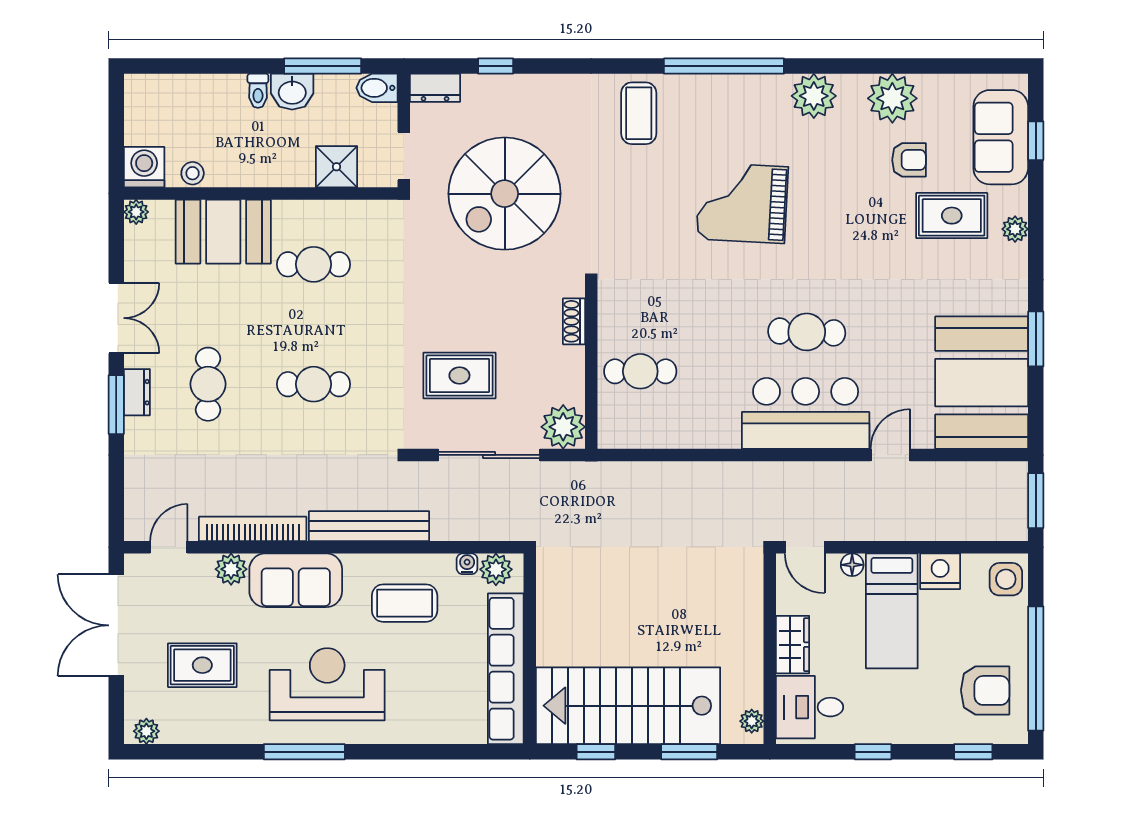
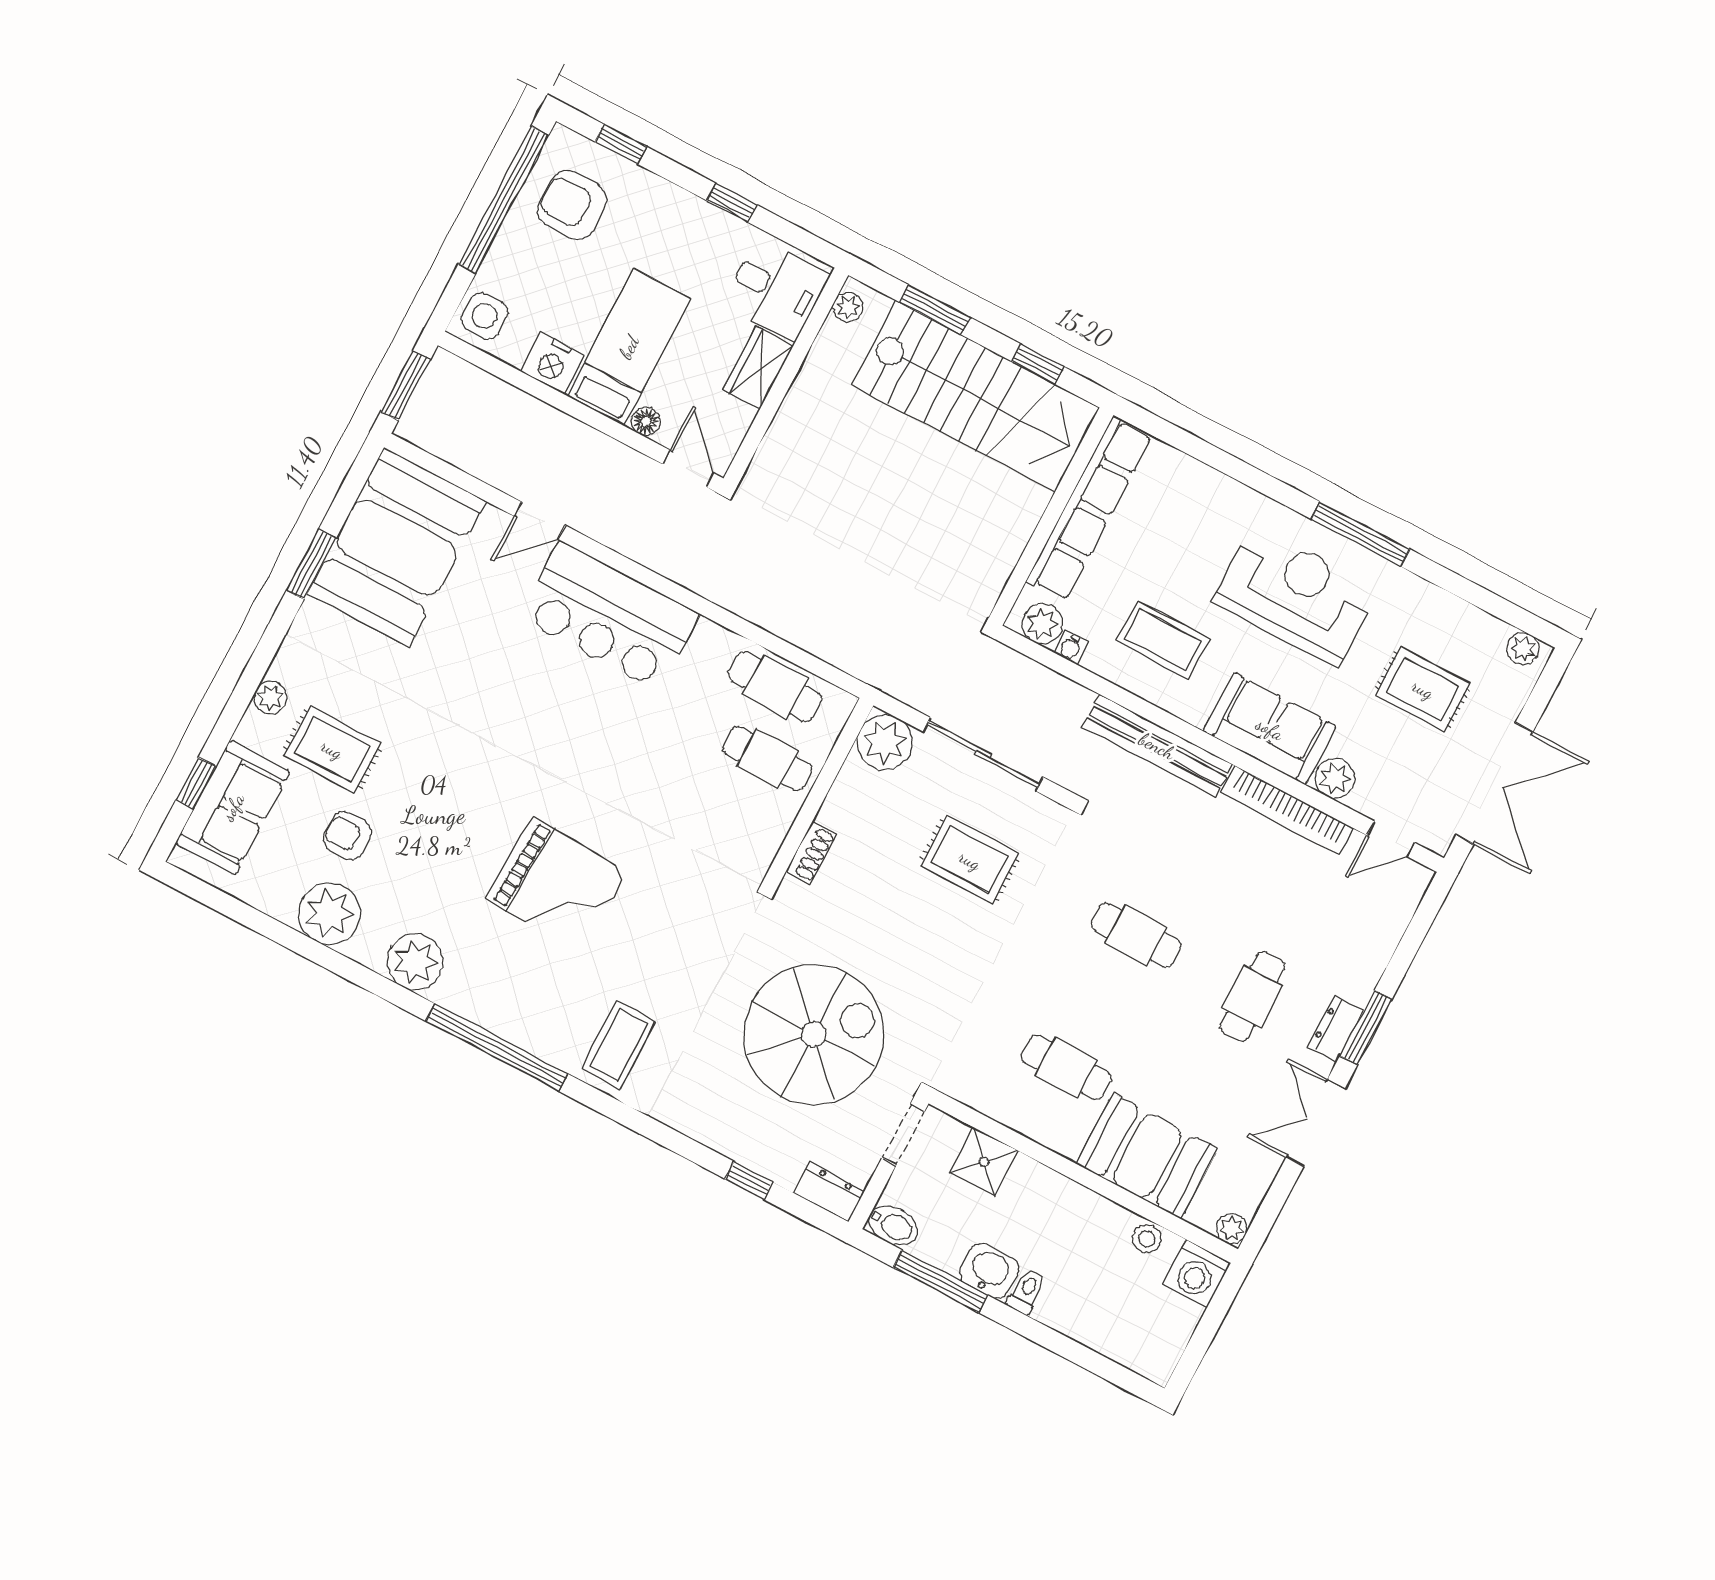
cafe table: (807, 332) -> (775, 687), moved
reception desk: (327, 684) -> (1296, 595), turned 180

